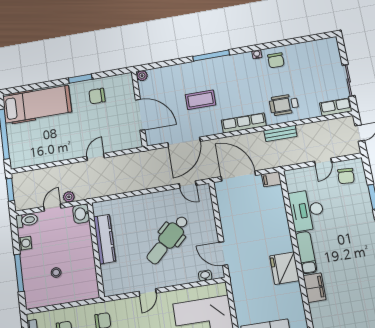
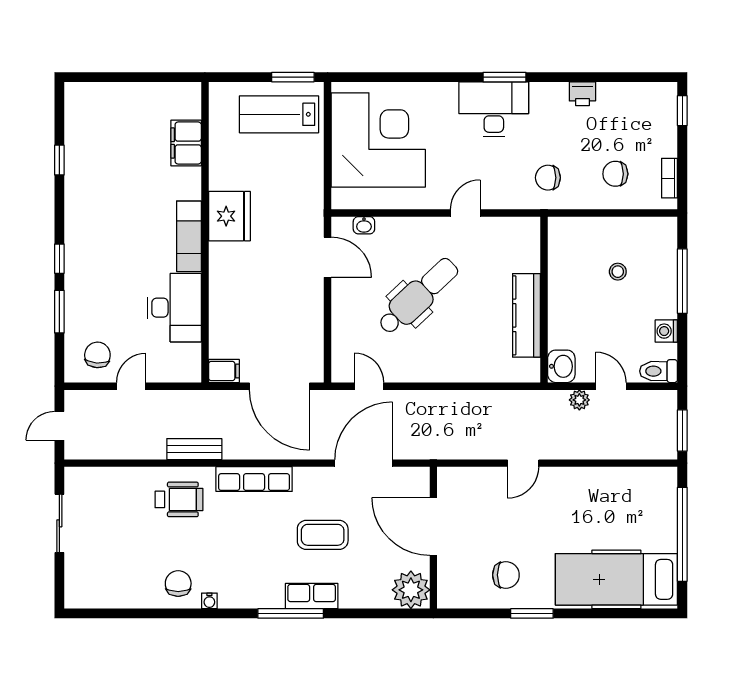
plant: (142, 76) -> (411, 590), width x1.88, depth x1.88
row of seats: (336, 107) -> (312, 596), moved, turned 180
door: (52, 207) -> (611, 386), swing flipped
filing cabinet: (314, 288) -> (186, 143), moved

